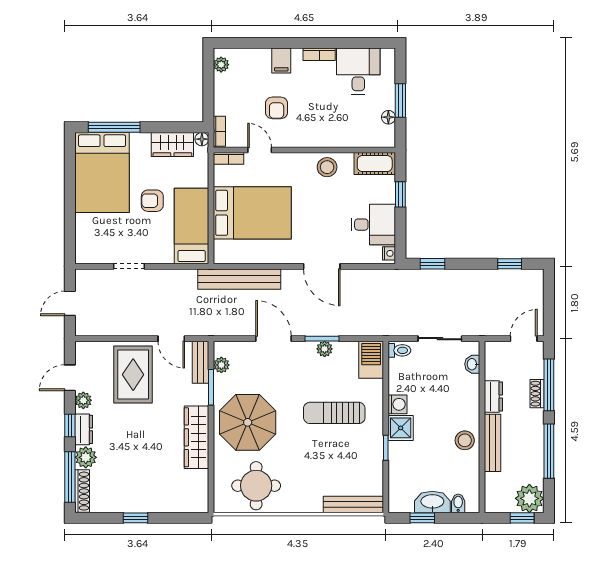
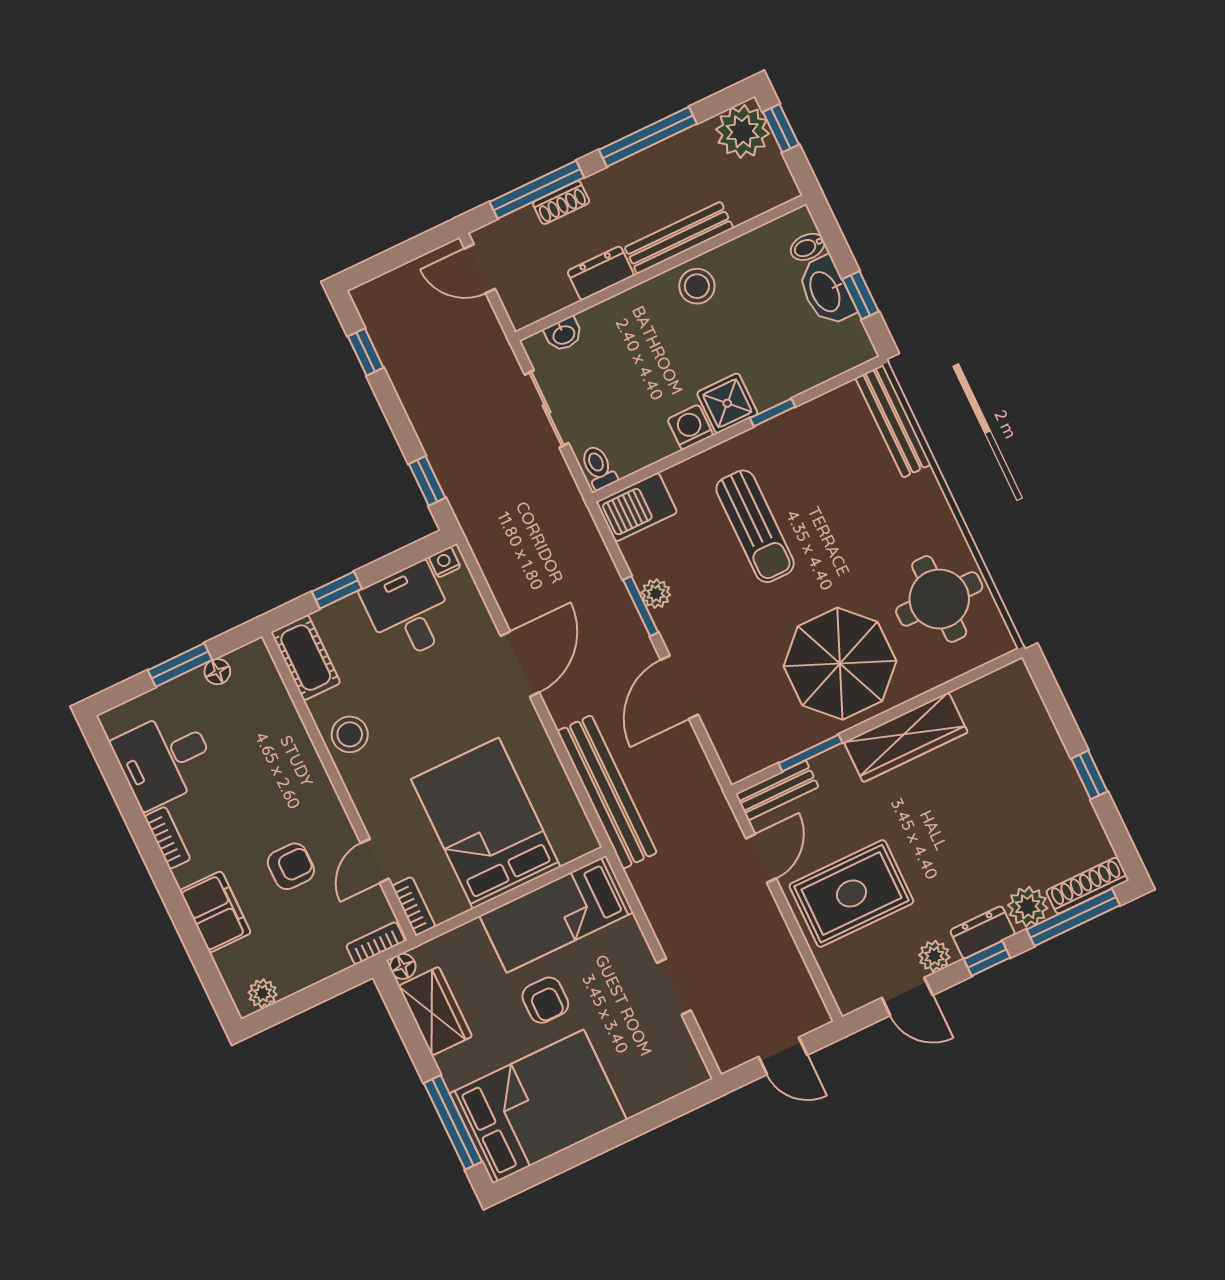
filing cabinet: (281, 60) -> (215, 912), width x2.00
plant: (221, 365) -> (765, 753), removed

